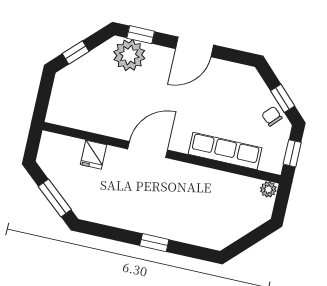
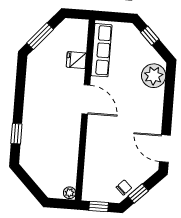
window: (141, 35) -> (170, 82), removed
door: (194, 47) -> (165, 148), moved
row of seats: (225, 151) -> (101, 50), moved
window: (154, 243) -> (16, 134), moved

